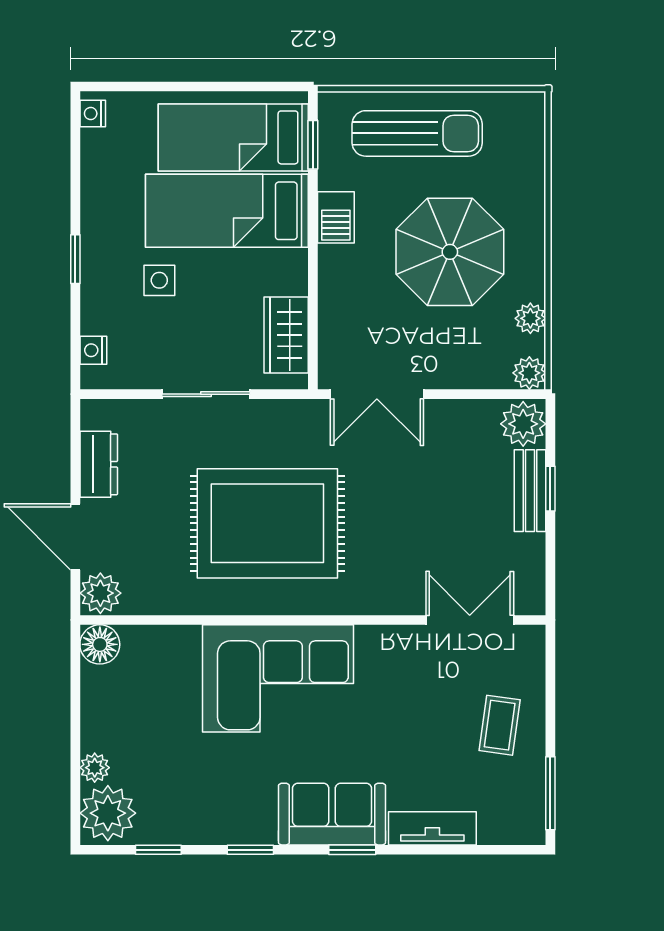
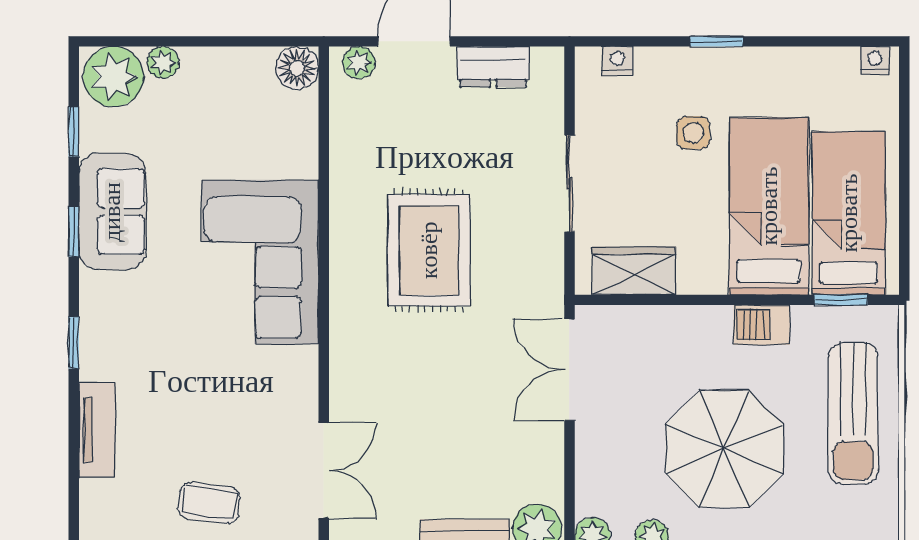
rug: (267, 523) -> (429, 250), width x0.73, depth x0.69
plant: (100, 593) -> (359, 63), width x0.73, depth x0.73
sofa: (332, 814) -> (112, 212), moved

